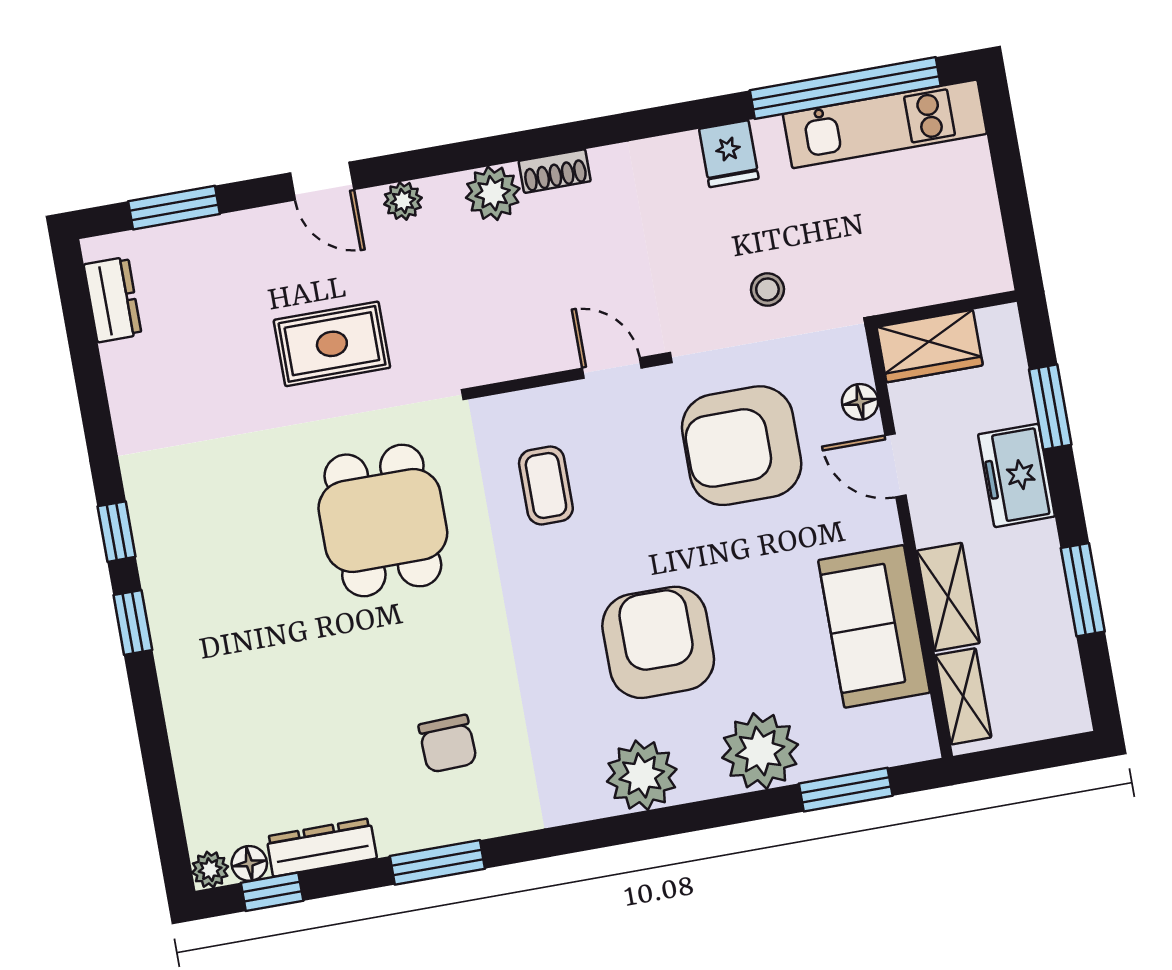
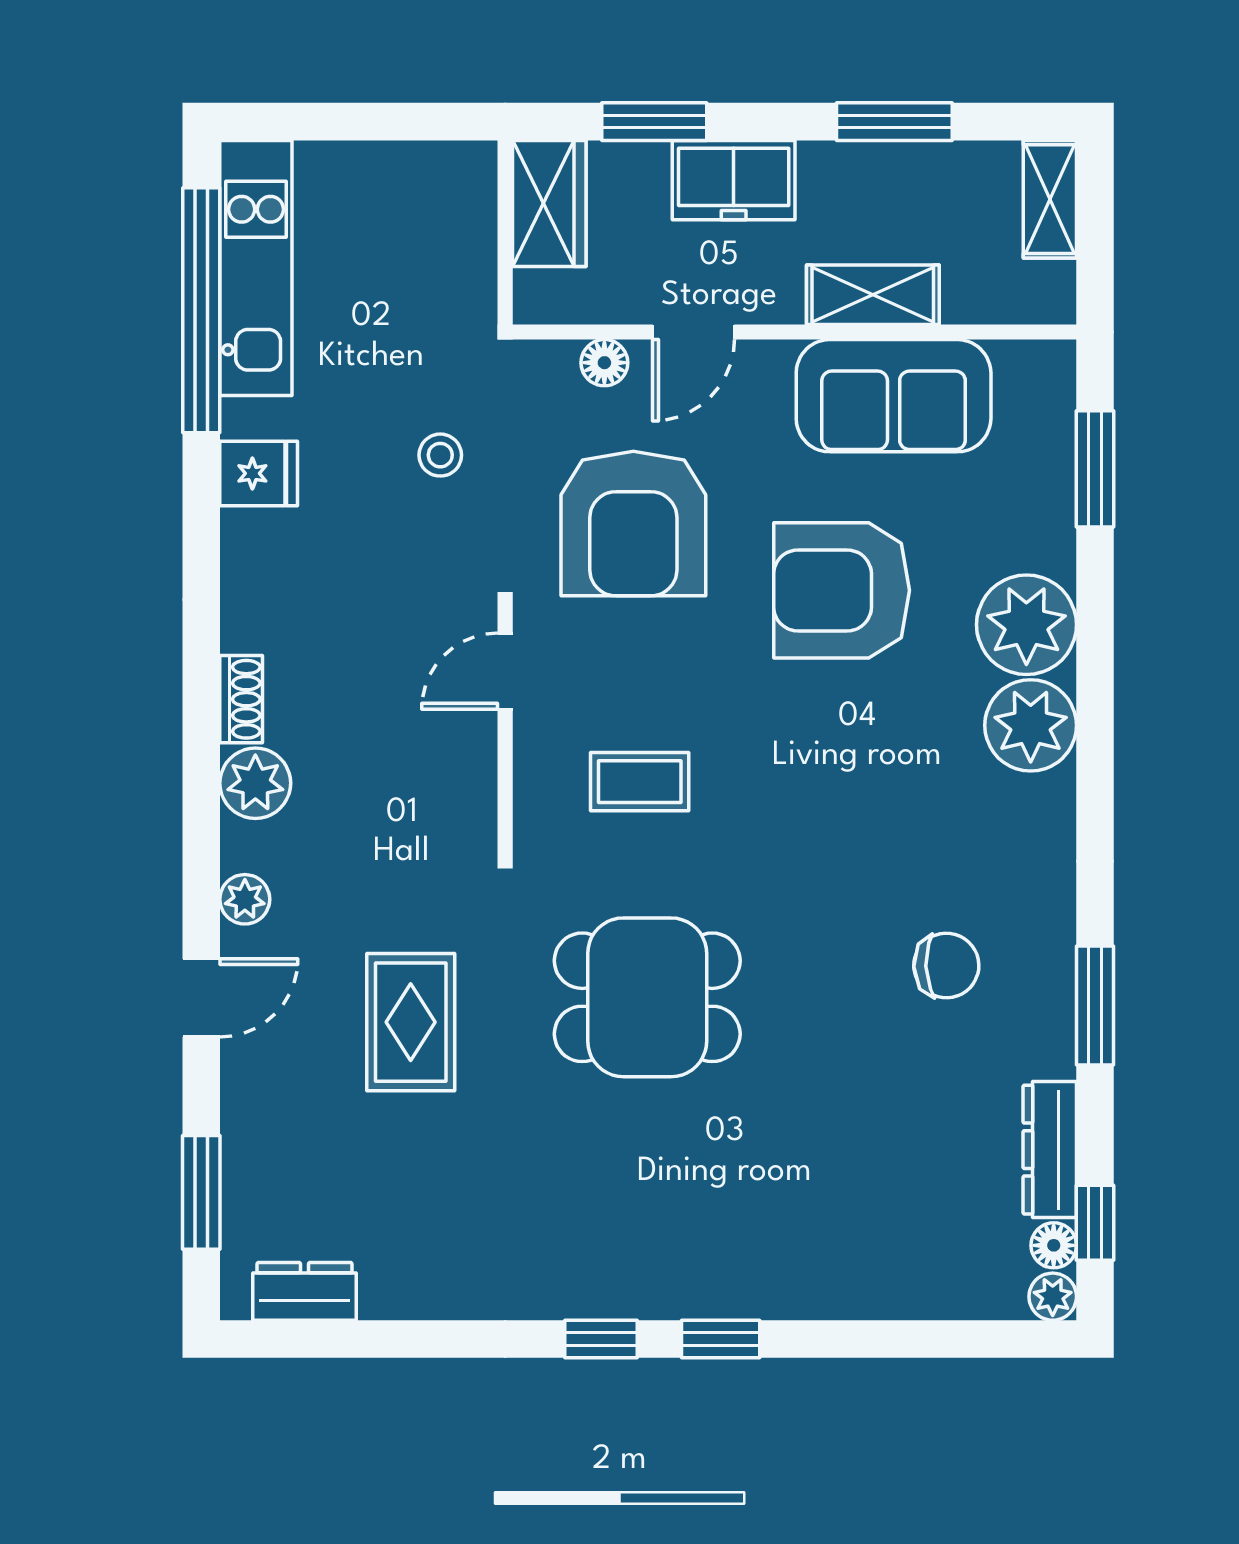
wardrobe: (930, 346) -> (549, 203), moved
armchair: (658, 642) -> (842, 590), moved
shelving: (963, 696) -> (1050, 199), moved, turned 90
plant: (760, 751) -> (1026, 625), moved

